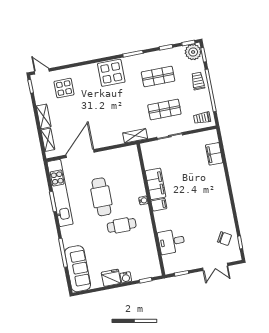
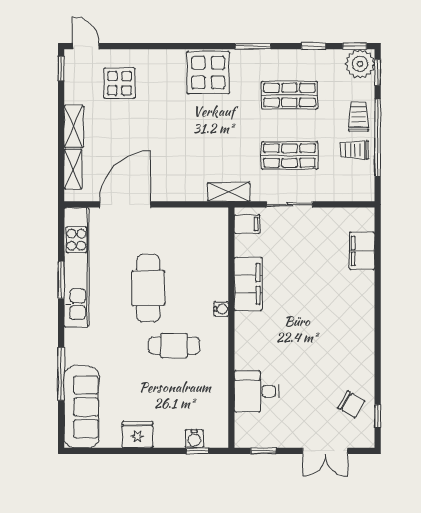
trolley: (202, 118) -> (355, 150), moved
filing cabinet: (159, 205) -> (247, 224), moved
water cooler: (126, 277) -> (194, 439), moved

